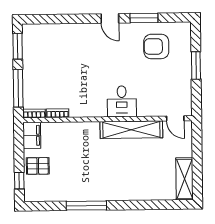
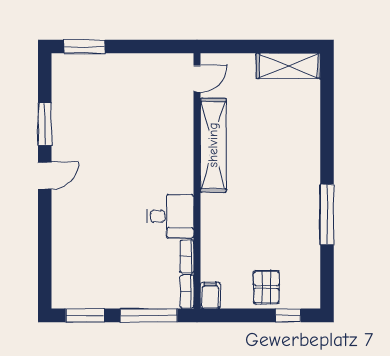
armchair: (156, 46) -> (88, 106), removed
window: (196, 65) -> (84, 46), moved
desk: (122, 101) -> (170, 216), moved
filing cabinet: (32, 135) -> (210, 296), width x0.50

